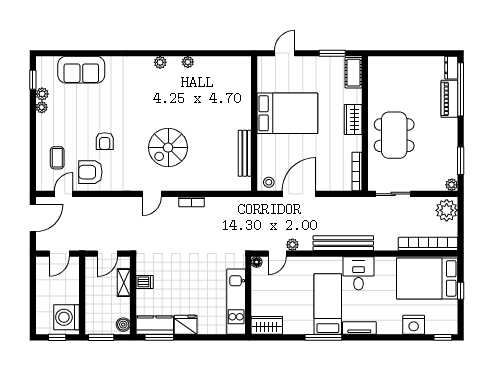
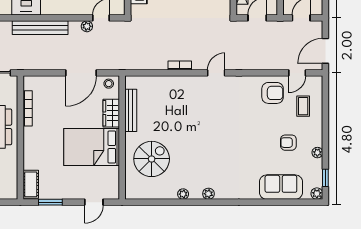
plant: (42, 94) -> (317, 194), moved
wardrobe: (353, 119) -> (111, 113), moved, turned 180
armchair: (105, 141) -> (288, 143), moved, turned -90
spiral stairs: (168, 148) -> (152, 159), moved
bookcase: (357, 171) -> (28, 108), moved
floor lamp: (257, 262) -> (120, 10), removed

